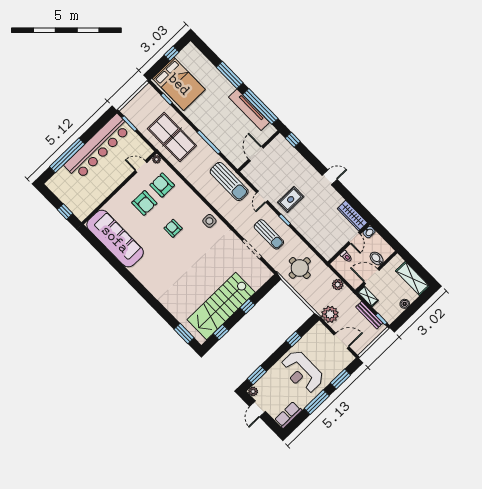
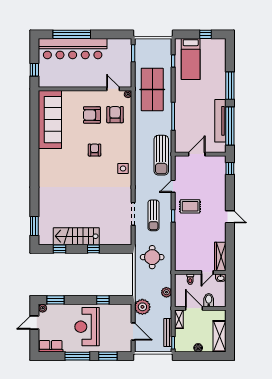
bed: (179, 84) -> (191, 59), width x0.67
bar counter: (98, 147) -> (73, 49), moved
armchair: (144, 203) -> (92, 115), turned 89
stairs: (221, 306) -> (76, 236), width x0.73, depth x0.66

